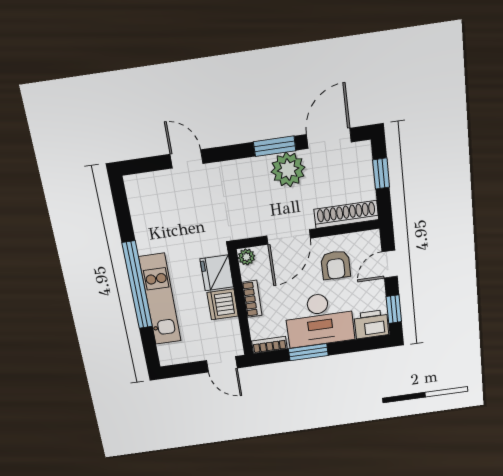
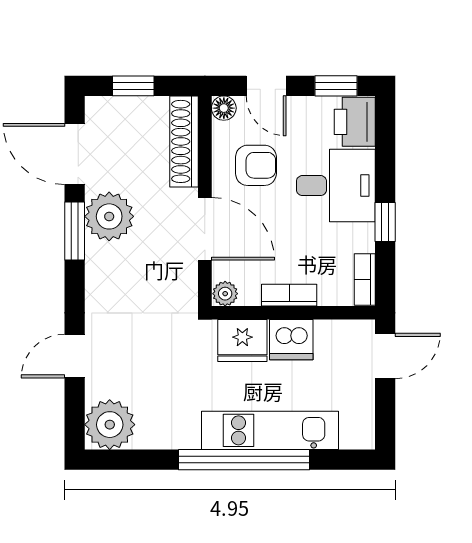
plant: (143, 191) -> (110, 425), added
floor lamp: (372, 238) -> (224, 108), added
desk: (319, 320) -> (336, 186), width x0.73
window: (308, 352) -> (385, 222), width x0.67

